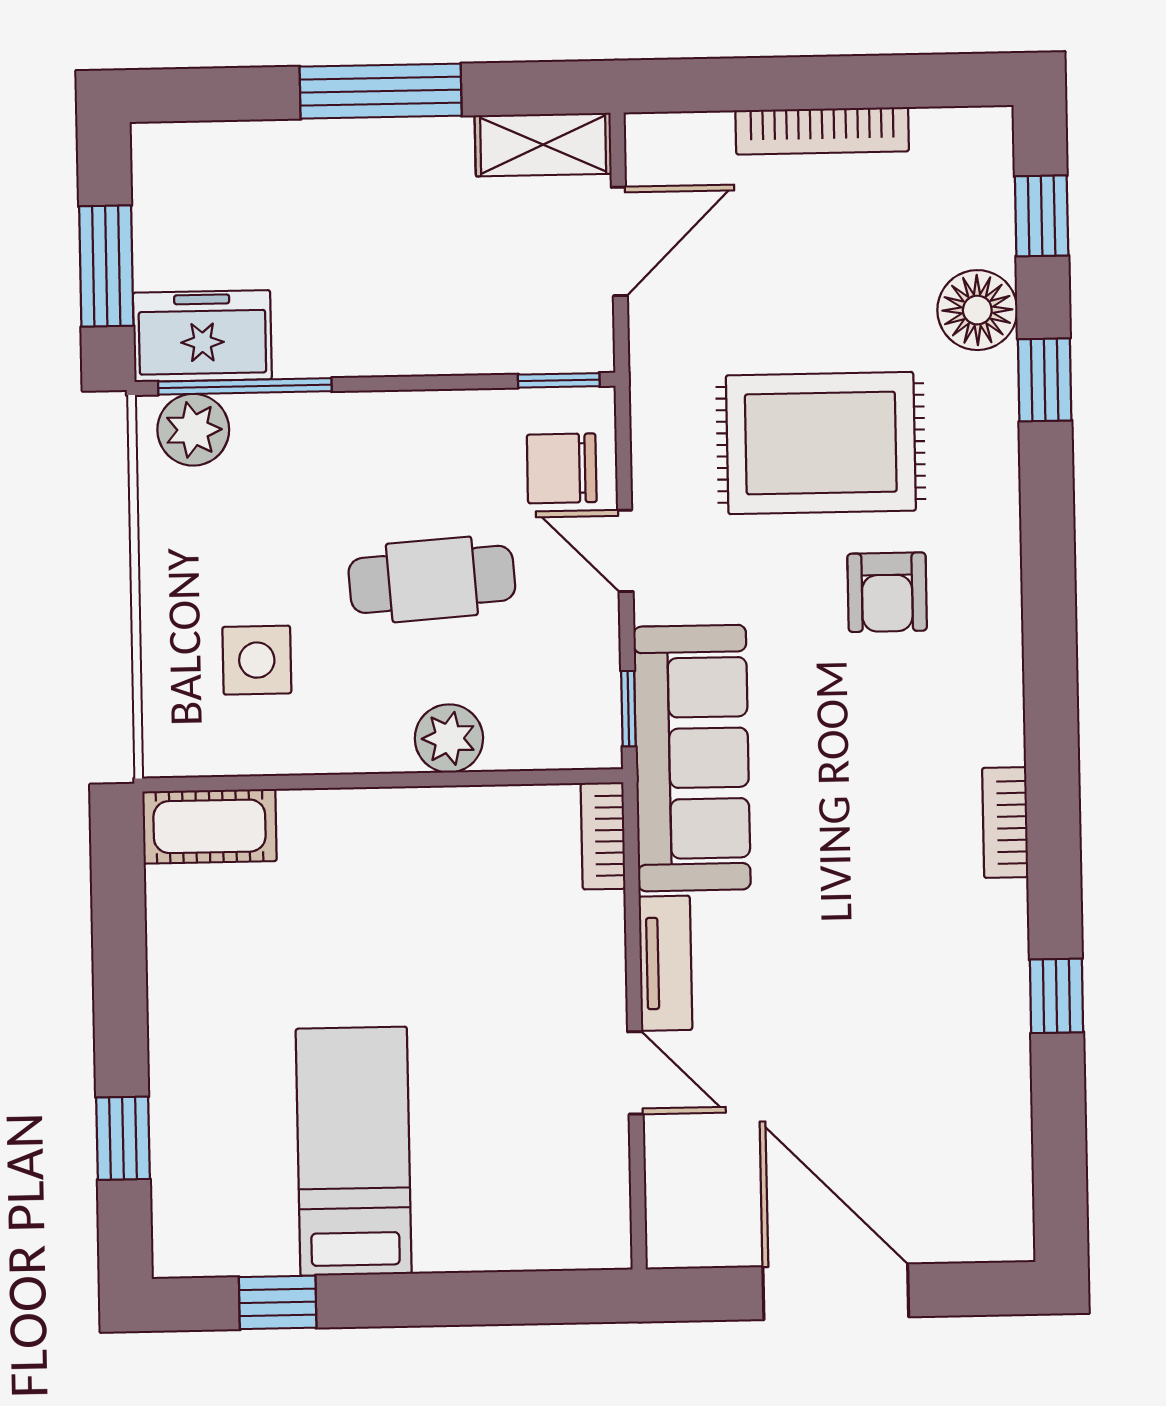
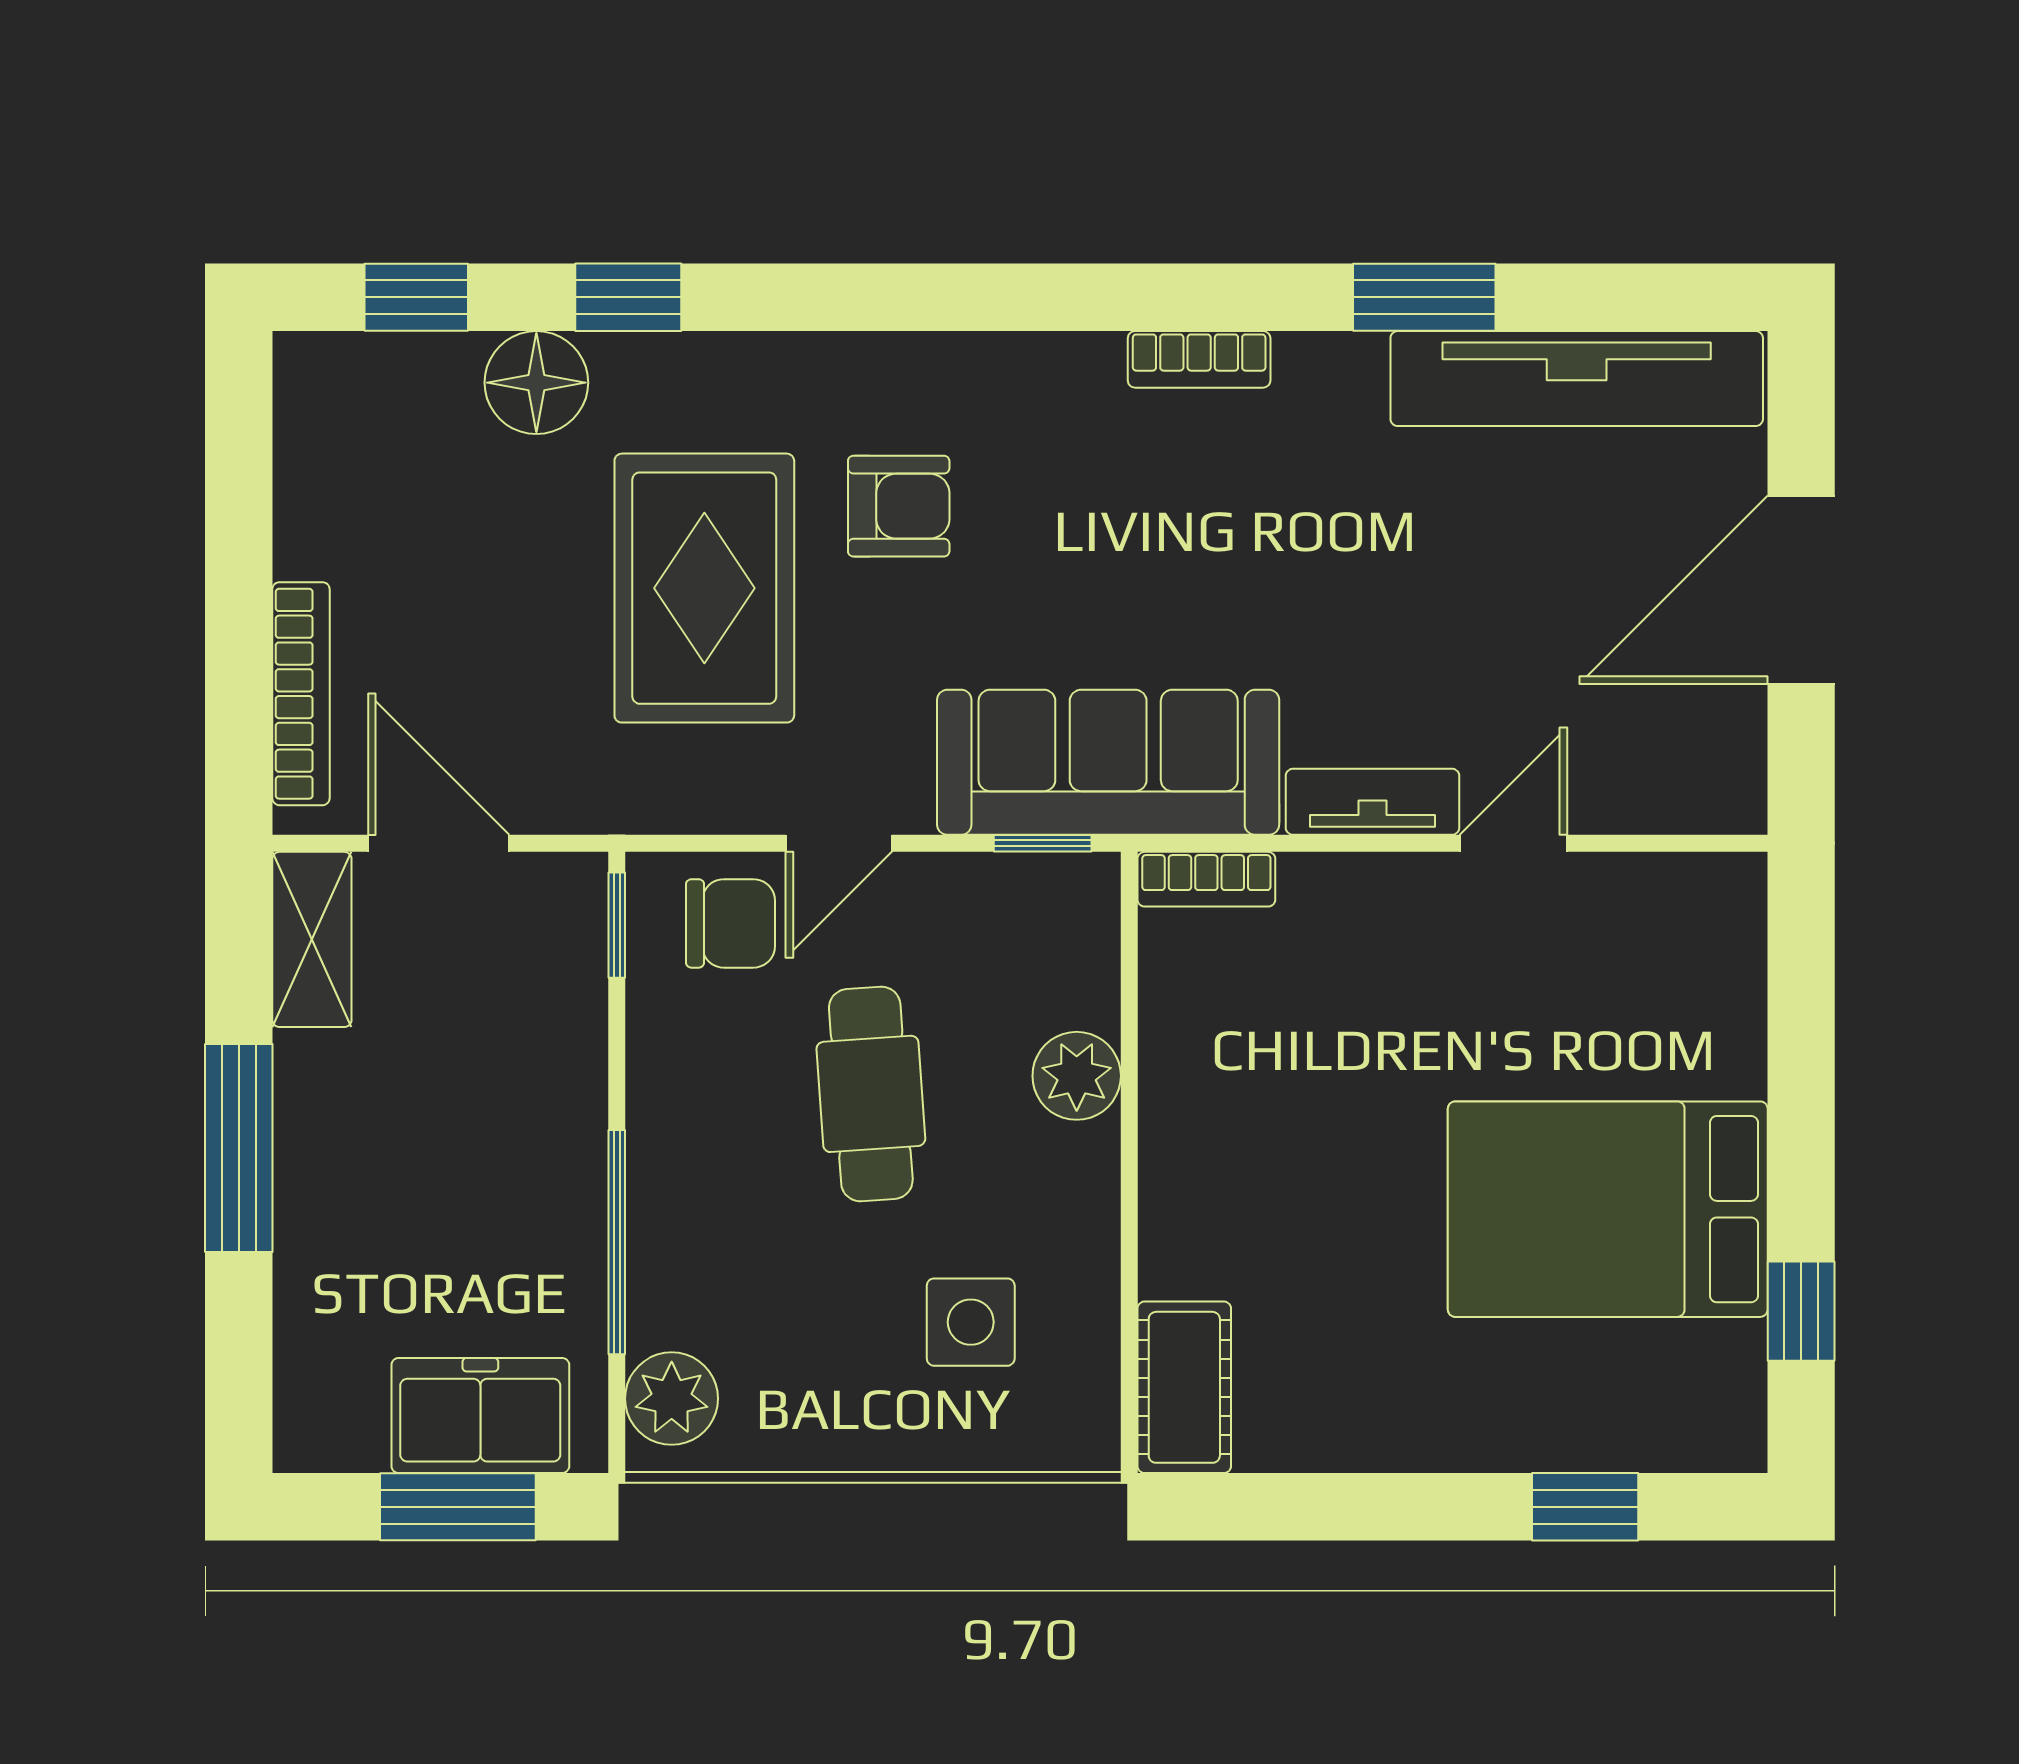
bookcase: (822, 131) -> (301, 694), moved
freezer: (202, 336) -> (480, 1416), moved, turned 90
window: (245, 386) -> (617, 1242), moved
chair: (562, 468) -> (731, 923), turned -90
window: (1056, 996) -> (1424, 297), width x1.50
tv unit: (996, 1115) -> (1577, 379), added
bed: (354, 1151) -> (1608, 1209), width x1.50

